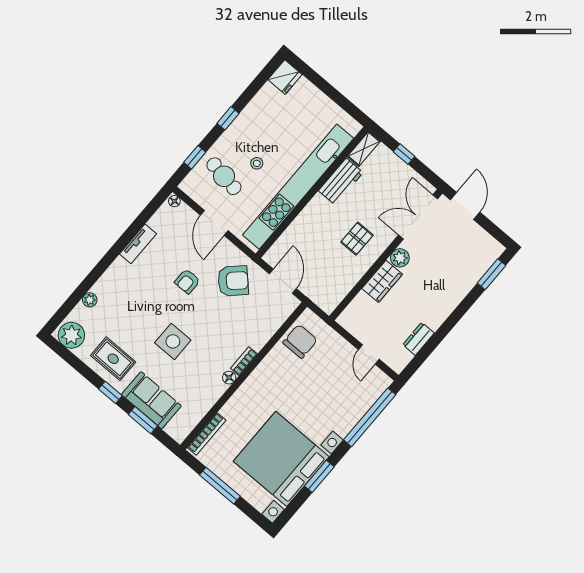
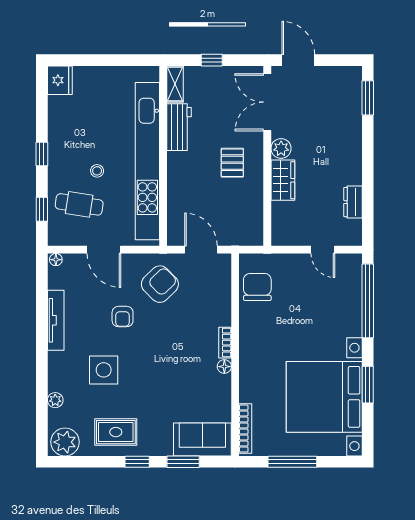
tv unit: (138, 244) -> (56, 320), width x1.41
side table: (173, 341) -> (104, 370), moved
sofa: (151, 400) -> (202, 439), moved

